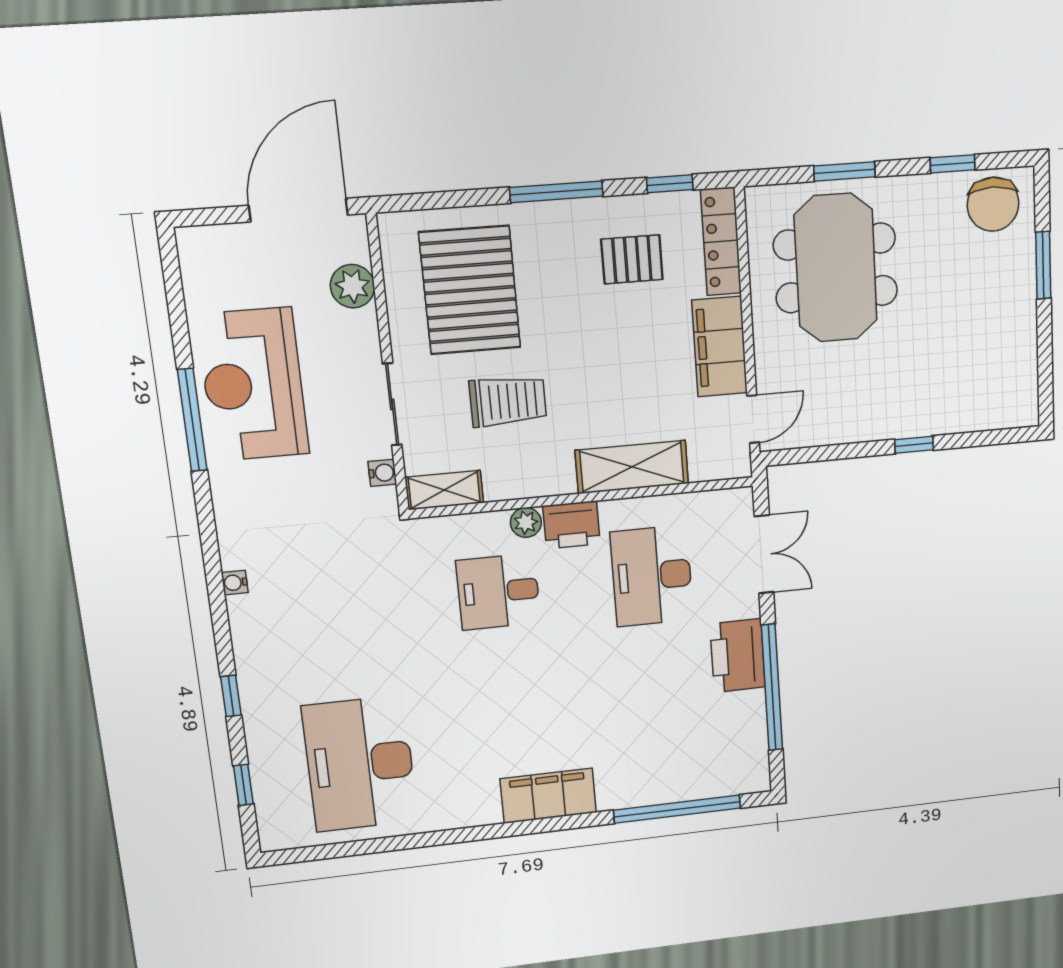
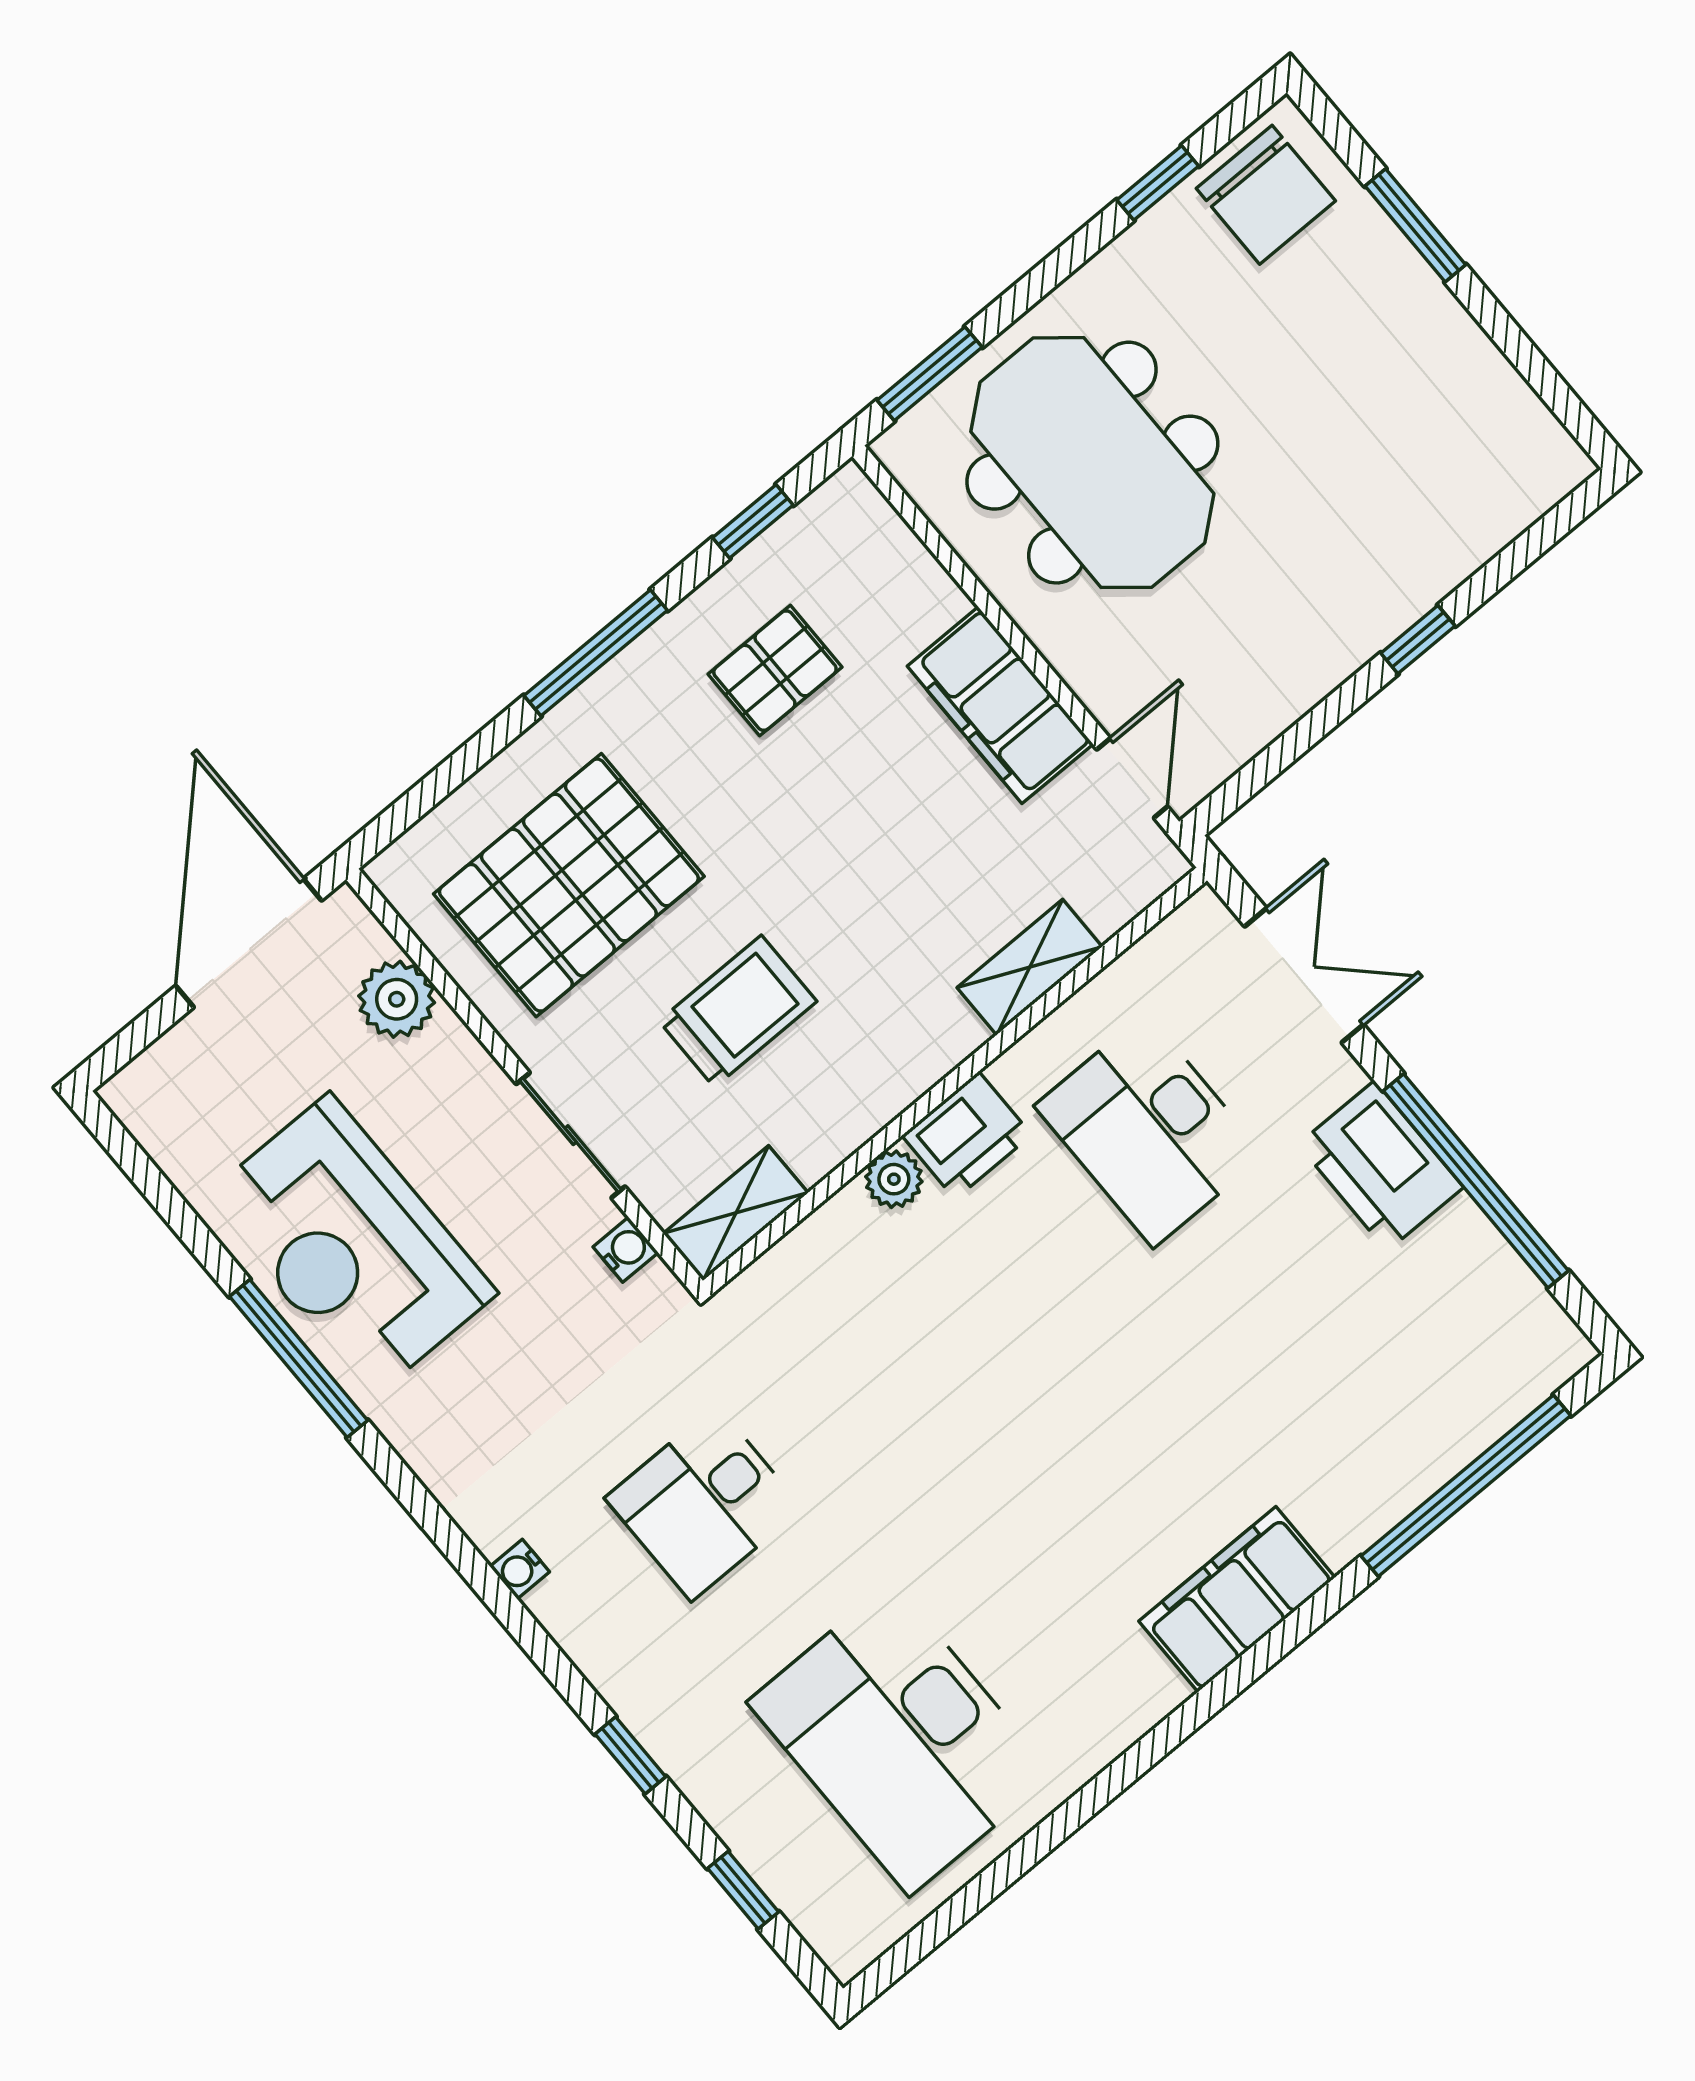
window: (844, 171) -> (930, 374), moved
locker: (721, 242) -> (889, 549), removed
pallet: (470, 290) -> (569, 885), turned 90
shelving: (632, 467) -> (1030, 967), width x0.67, depth x0.75
desk: (498, 592) -> (704, 1503), moved

